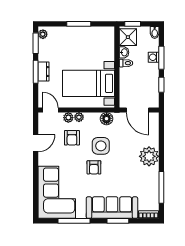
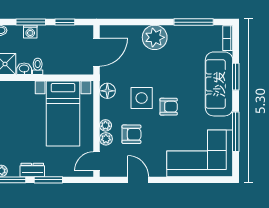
dresser: (44, 72) -> (32, 170), moved

